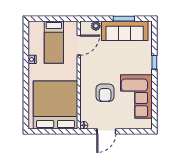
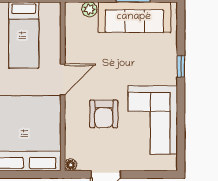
door: (79, 45) -> (63, 79), moved

